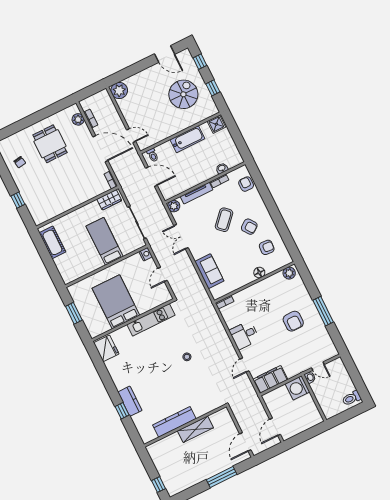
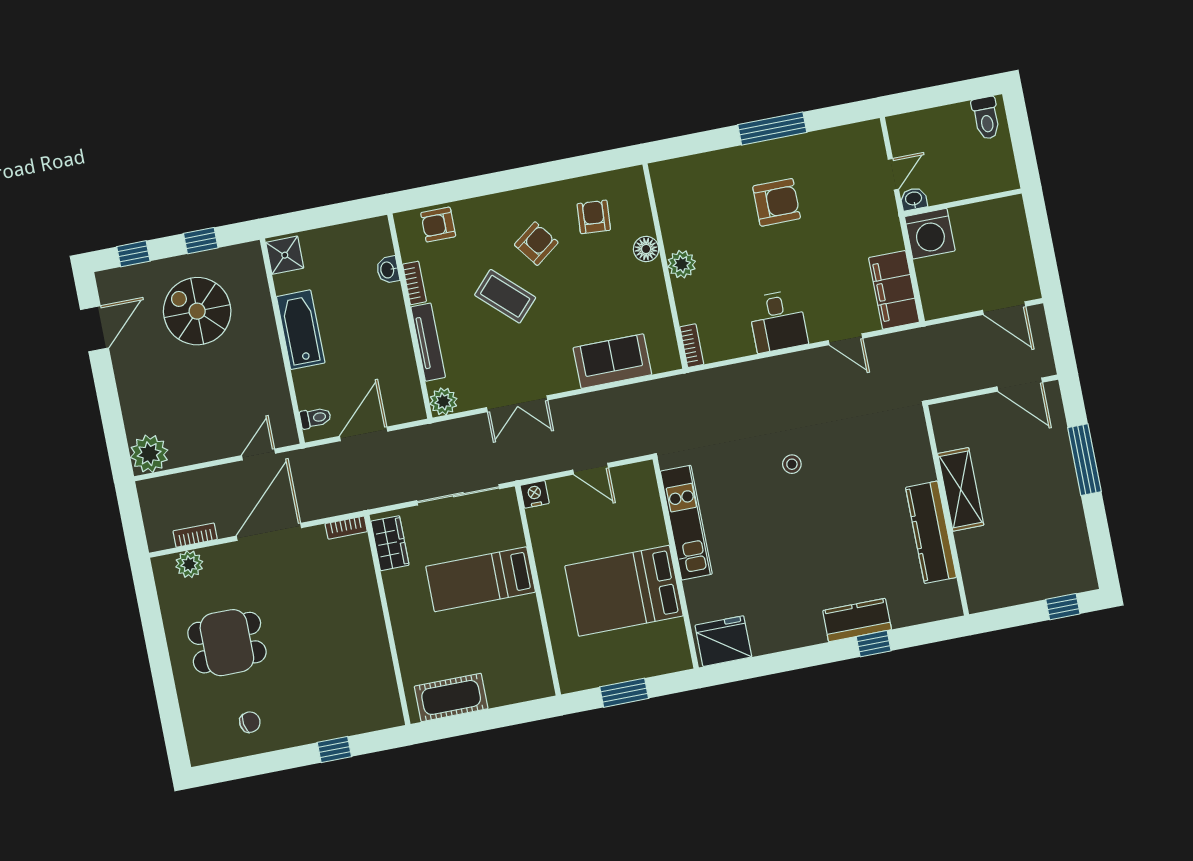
plant: (289, 273) -> (682, 264), moved

